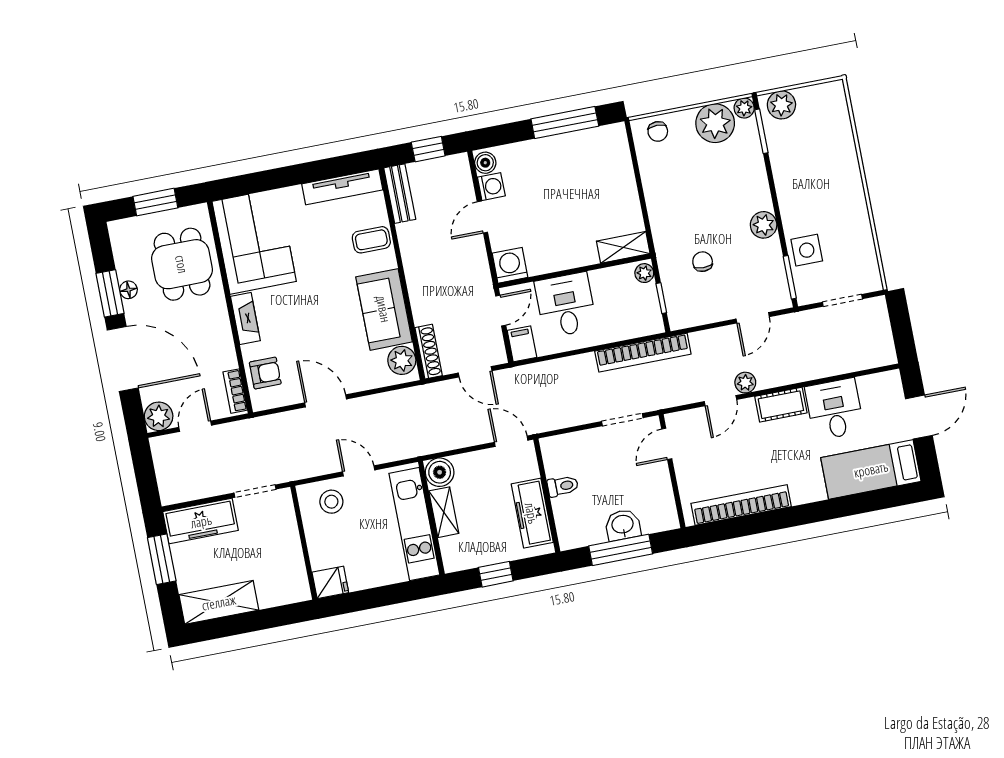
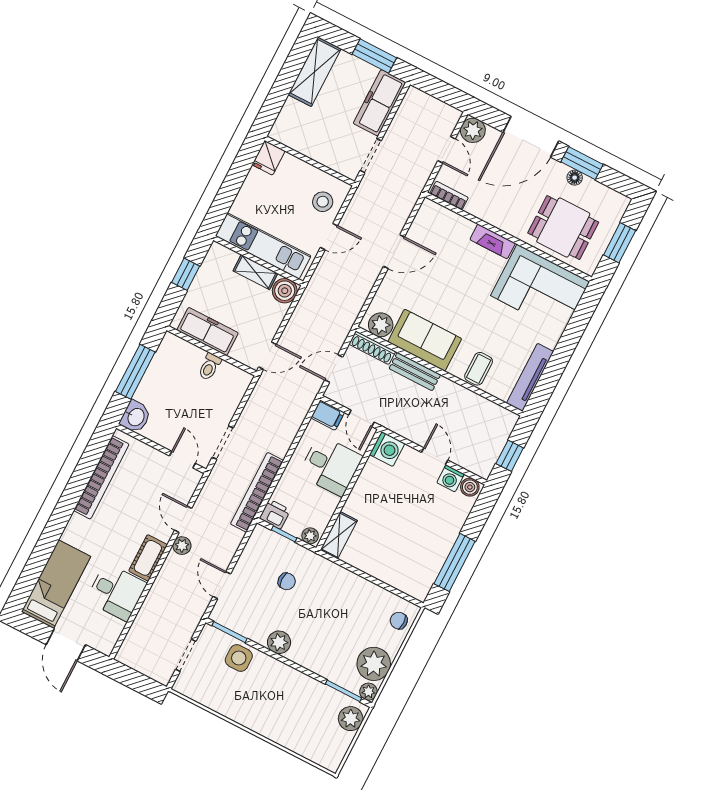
bench: (400, 194) -> (415, 372), moved
printer: (650, 321) -> (275, 514), added
armchair: (265, 373) -> (445, 226), removed
washbasin: (623, 525) -> (135, 417), moved

